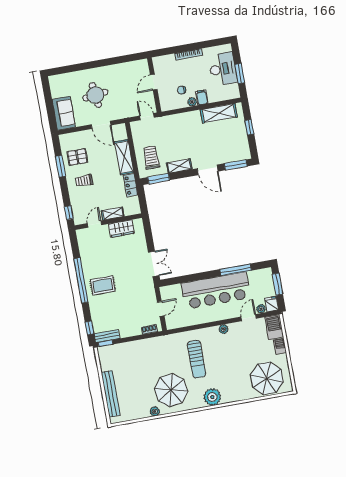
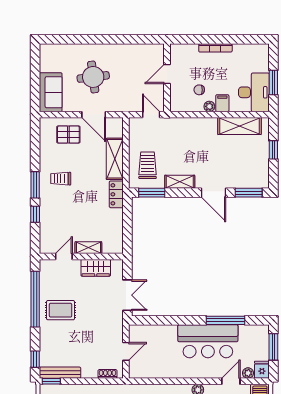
desk: (223, 69) -> (254, 92), moved
pallet: (77, 157) -> (68, 134), moved
window: (60, 166) -> (35, 185), moved
shelving: (113, 214) -> (88, 248), moved
wall: (108, 222) -> (81, 256), moved
door: (94, 224) -> (64, 256), moved
wardrobe: (121, 229) -> (96, 268), moved
bar counter: (216, 291) -> (208, 341), width x0.73
bench: (107, 336) -> (60, 373), width x1.36

